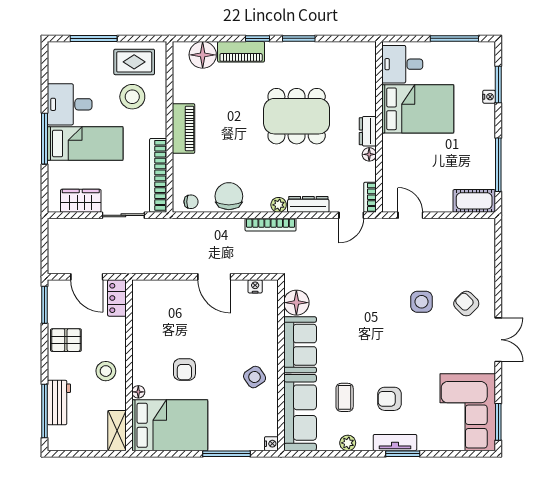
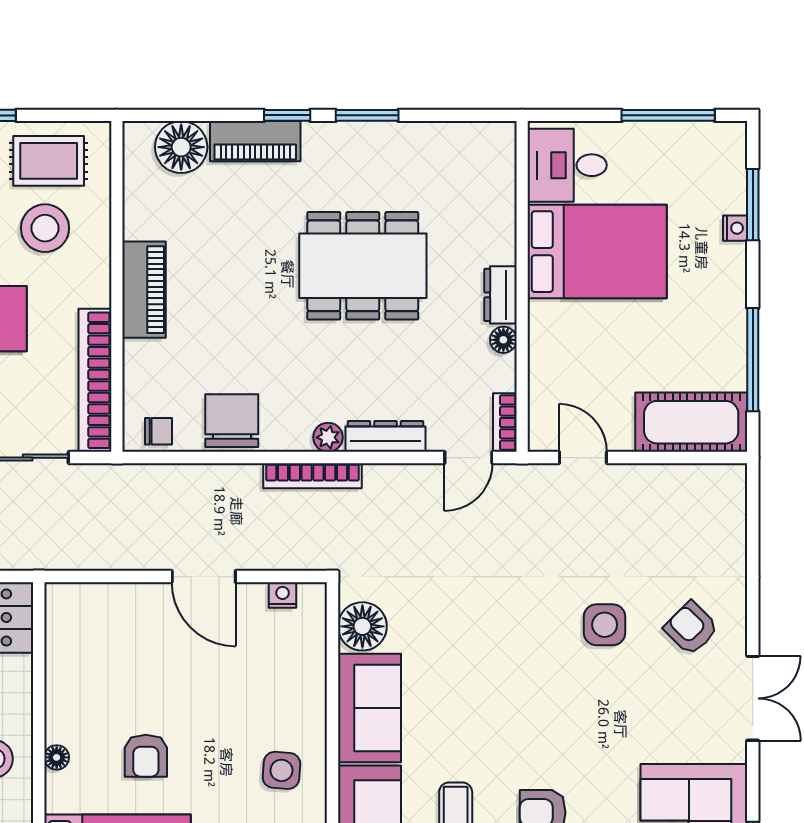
cot: (474, 201) -> (691, 422), width x1.37, depth x1.34
side table: (255, 377) -> (281, 770), turned 38
floor lamp: (138, 392) -> (57, 757), moved

